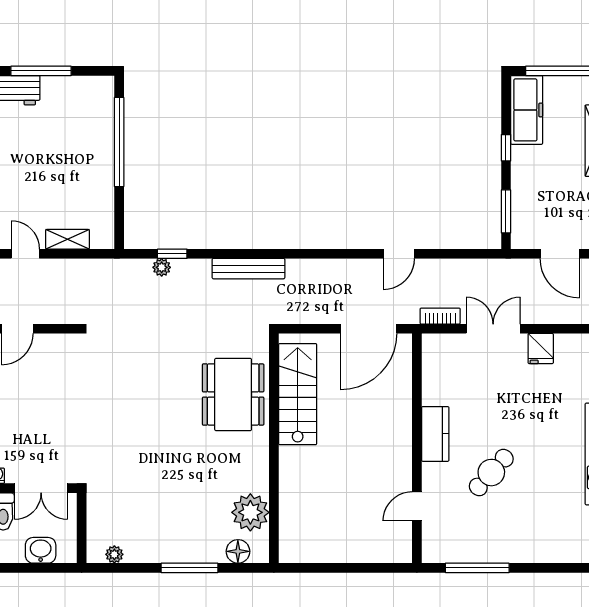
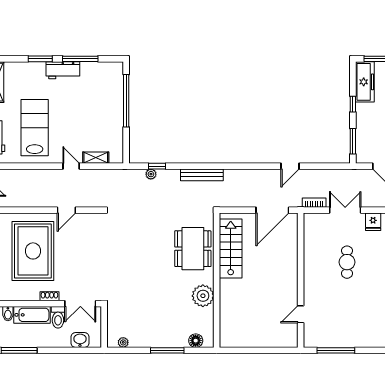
kitchen counter: (435, 434) -> (311, 272), removed
cafe table: (491, 473) -> (347, 262), moved, turned -42
plant: (250, 512) -> (203, 296), moved

